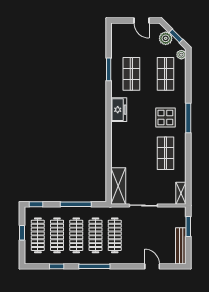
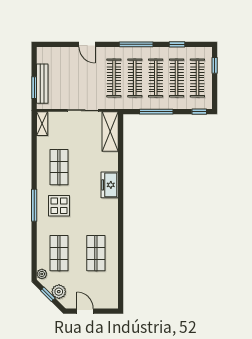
window: (109, 69) -> (121, 258), removed
freezer: (119, 110) -> (110, 185), moved
window: (22, 233) -> (215, 65), moved
bench: (181, 246) -> (42, 84), moved
door: (152, 266) -> (87, 44), moved

